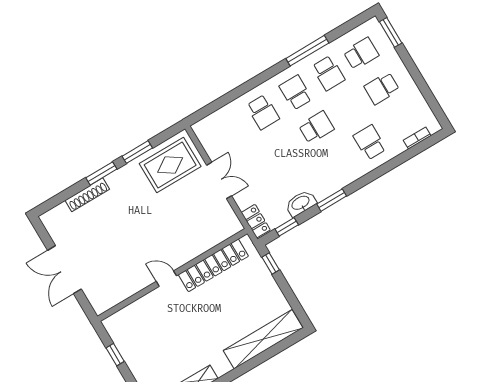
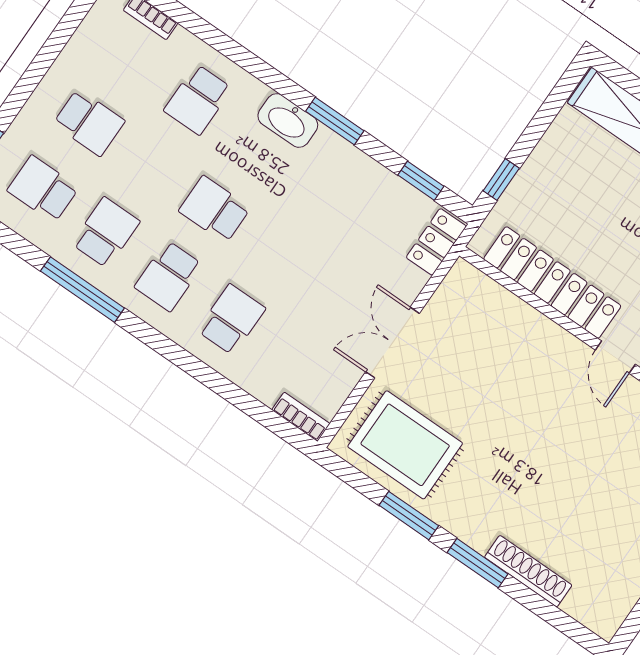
bookcase: (204, 124) -> (301, 417), added
washbasin: (301, 203) -> (288, 120), moved

